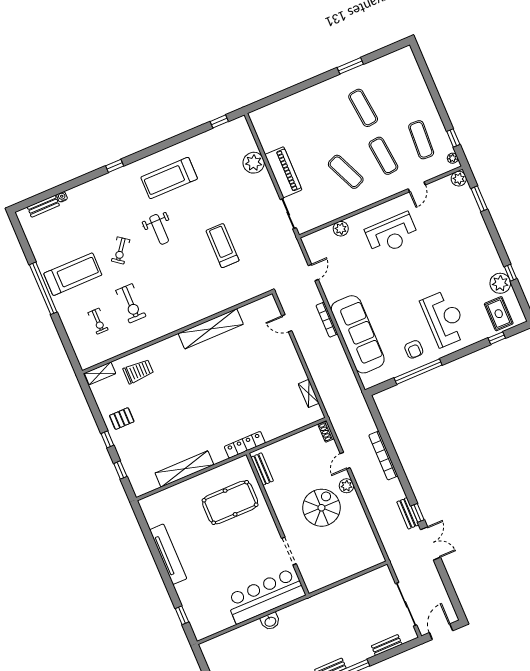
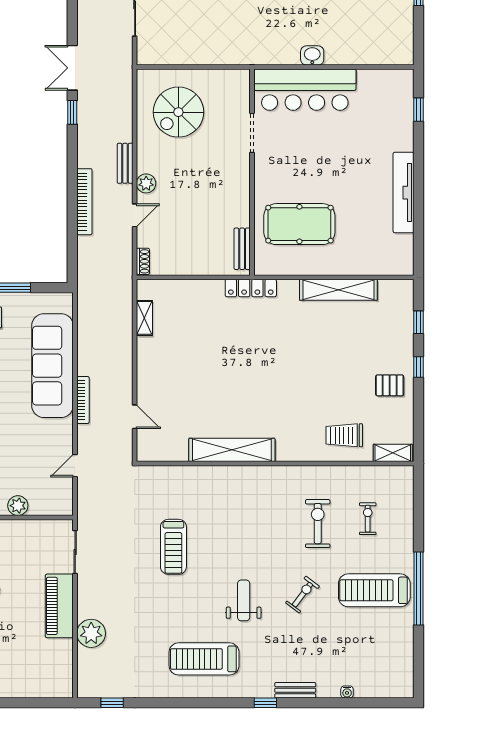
treadmill: (169, 178) -> (204, 659), turned 180
bench: (43, 206) -> (295, 690), moved
spiral stairs: (321, 508) -> (178, 112), moved
bench: (408, 513) -> (125, 163), moved

